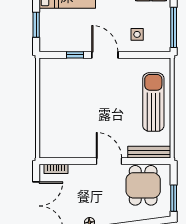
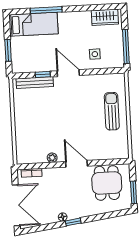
sun lounger: (153, 102) -> (112, 111), width x0.73, depth x0.75
bench: (149, 152) -> (35, 83), moved
plant: (81, 153) -> (52, 158), added

